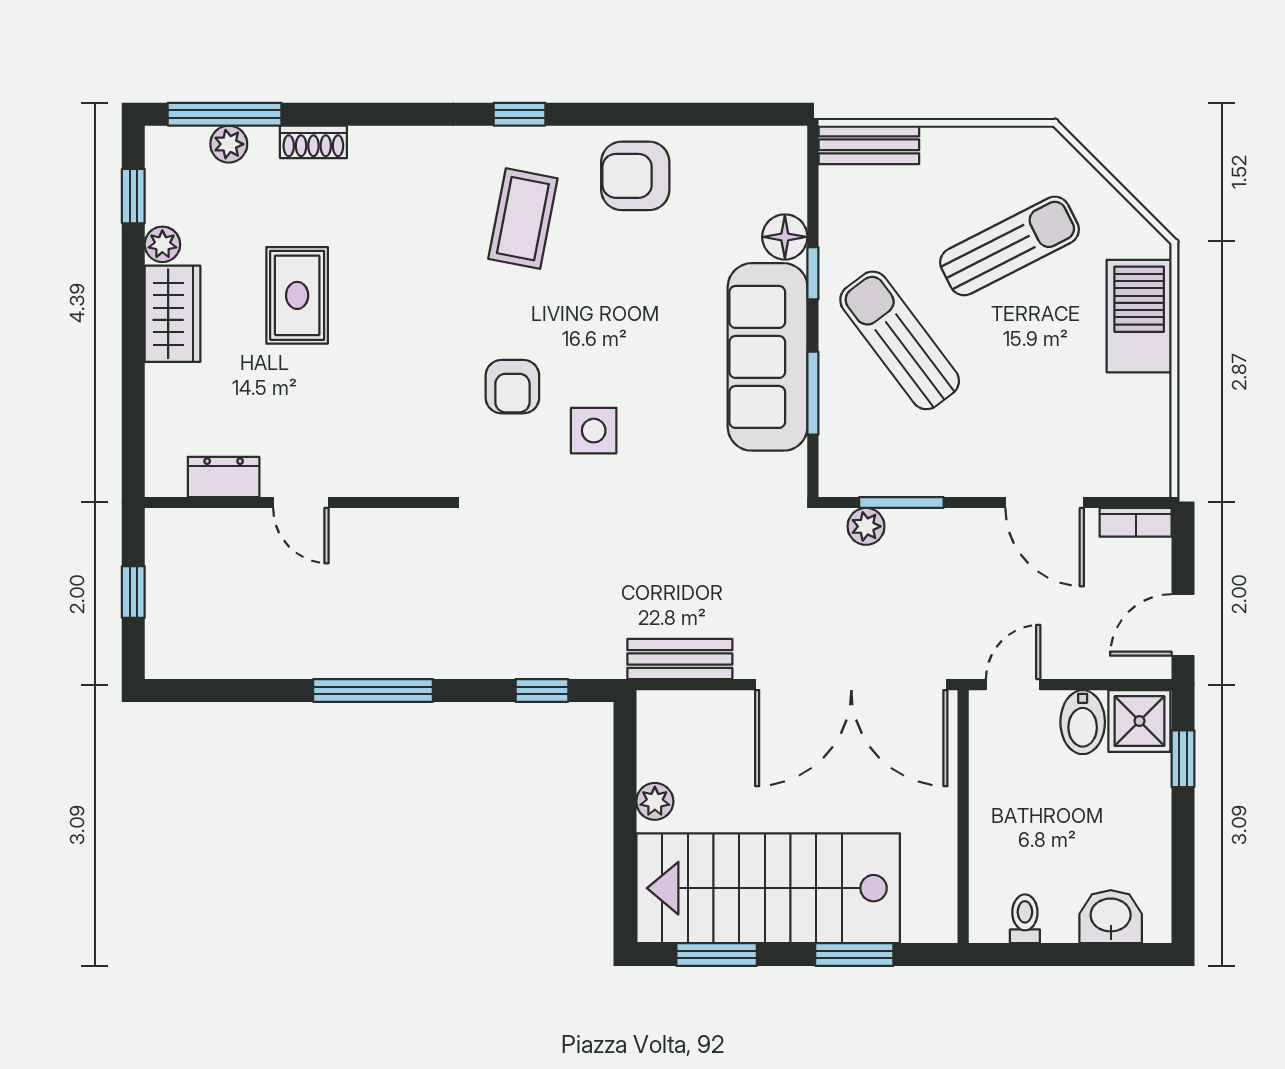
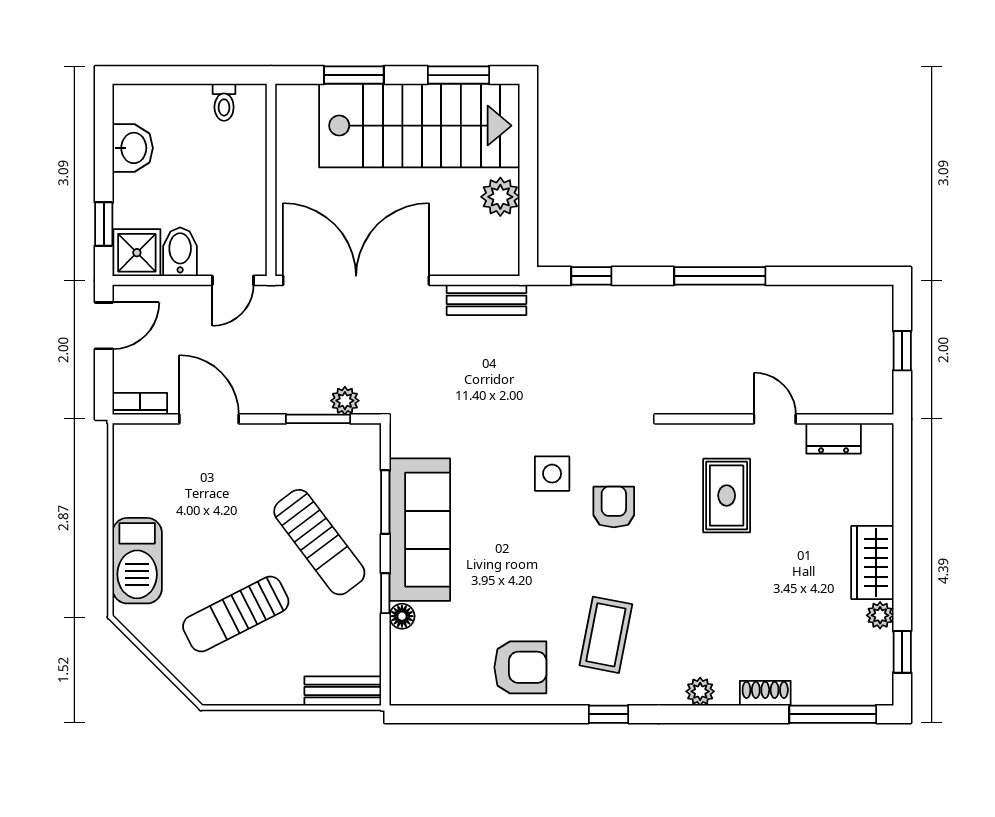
plant: (229, 144) -> (700, 691), moved
floor lamp: (785, 237) -> (402, 616), width x0.73, depth x0.73
rug: (297, 295) -> (727, 495), moved
plant: (655, 801) -> (500, 197), width x1.38, depth x1.38
washbasin: (1111, 917) -> (133, 148), moved, turned -90

